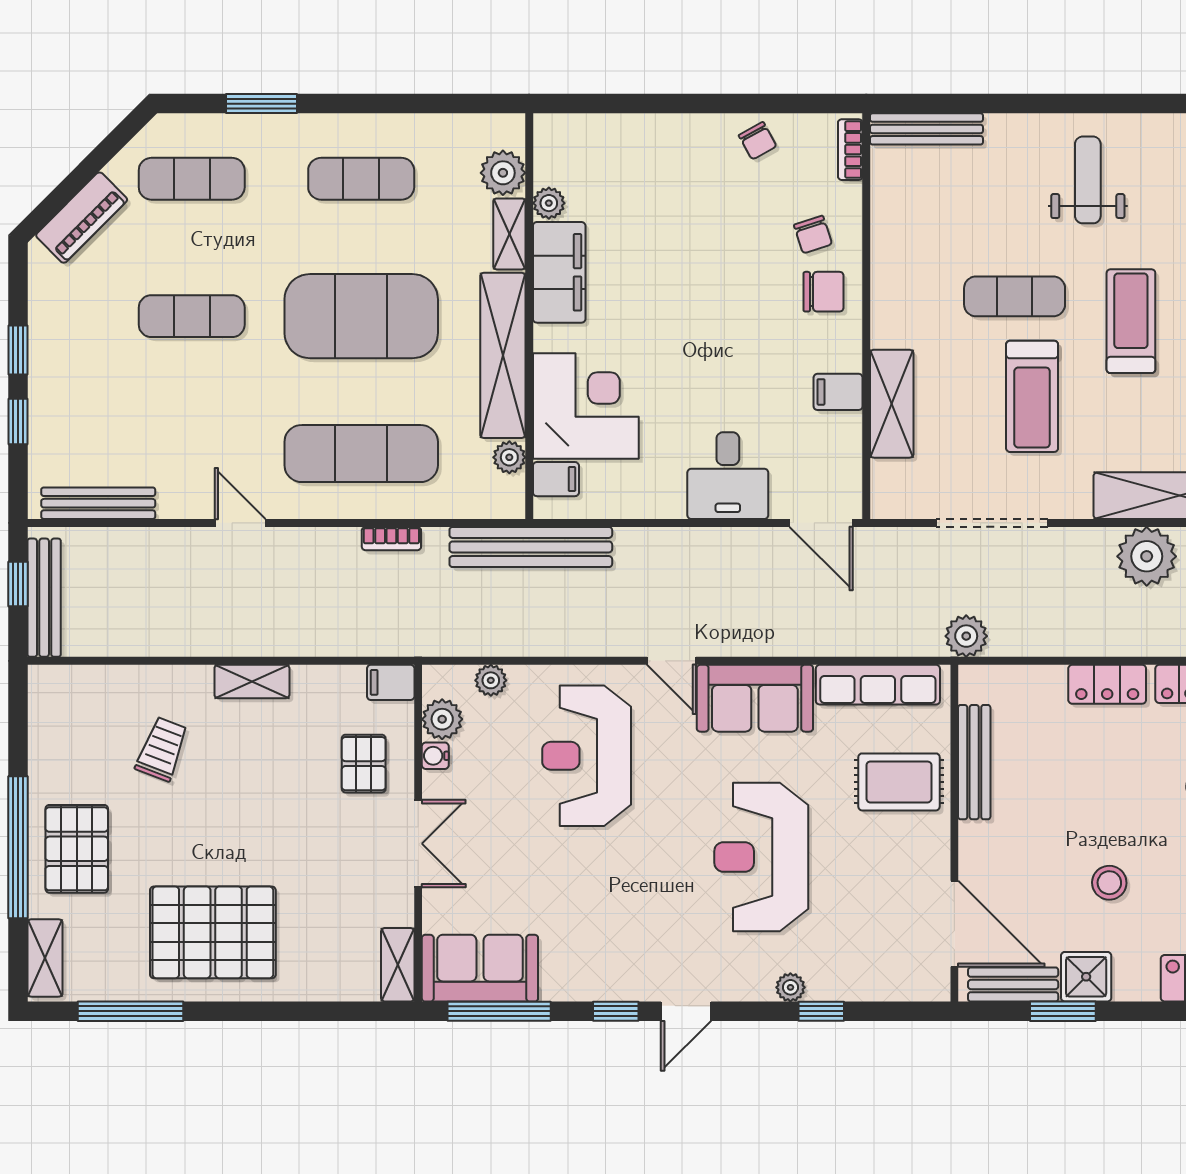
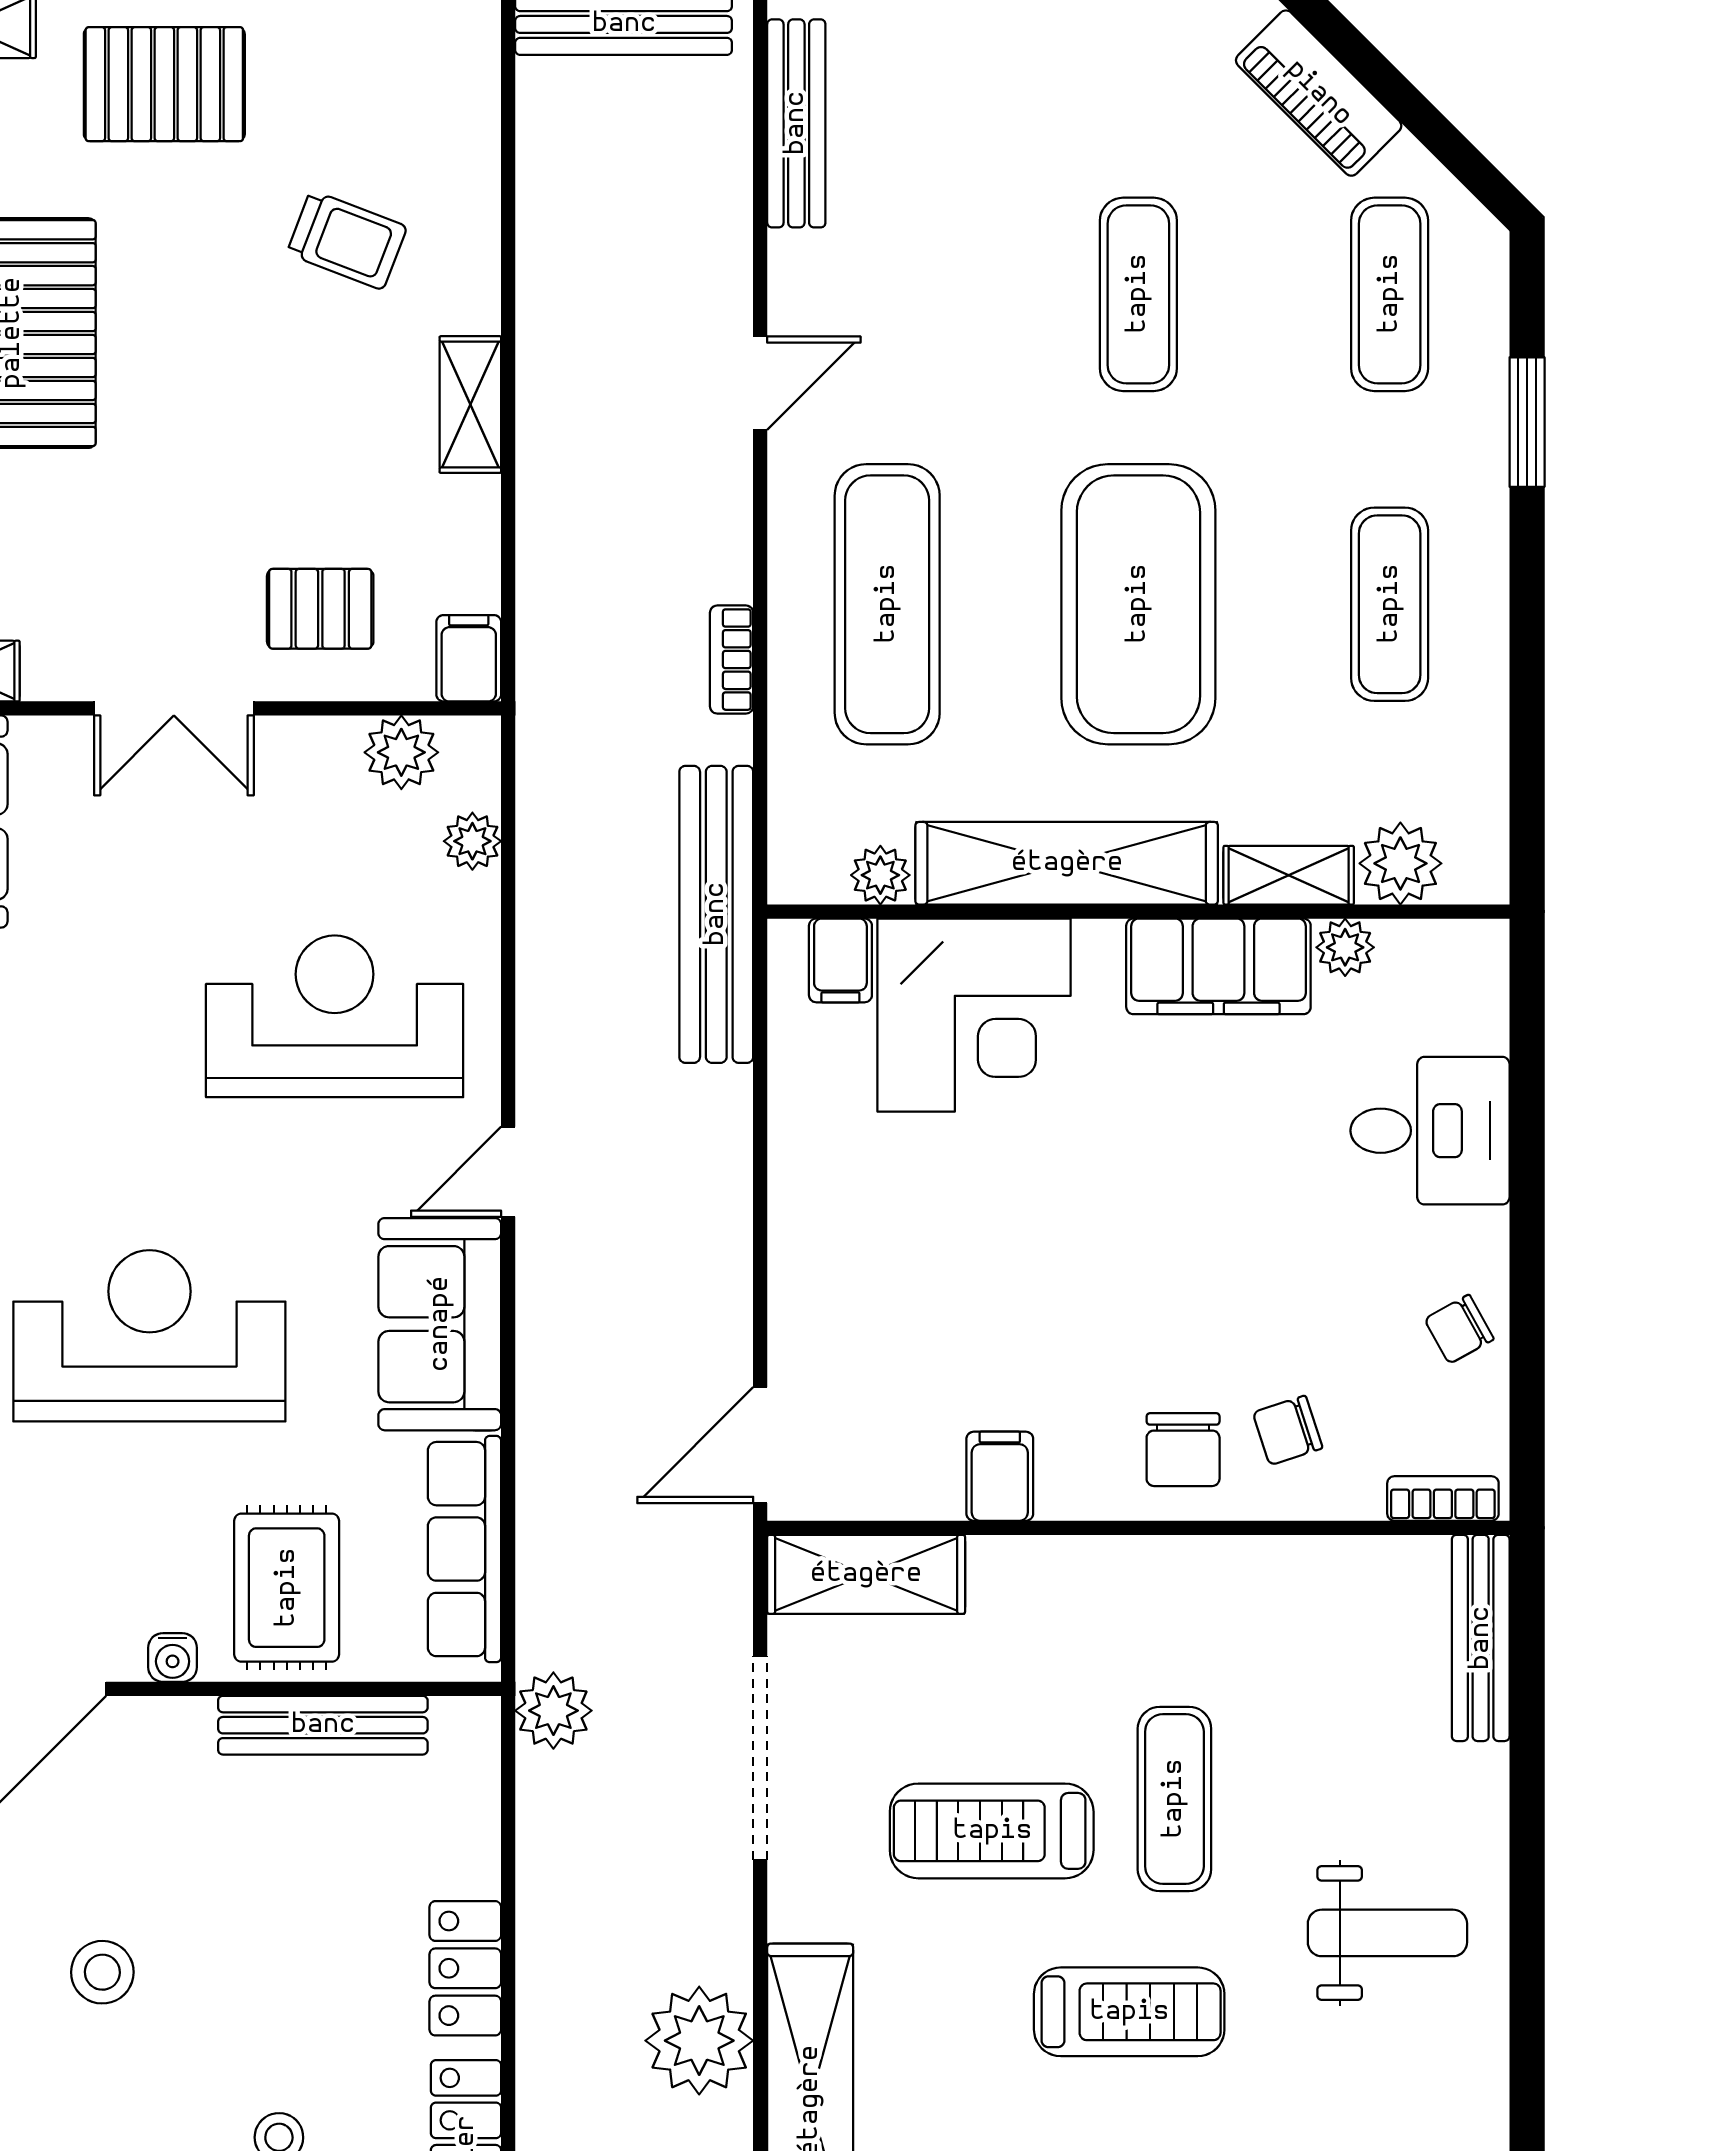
shelving: (892, 404) -> (866, 1574), moved
desk: (728, 476) -> (1430, 1131), moved, turned 180
water cooler: (435, 756) -> (173, 1657), moved, turned 180

